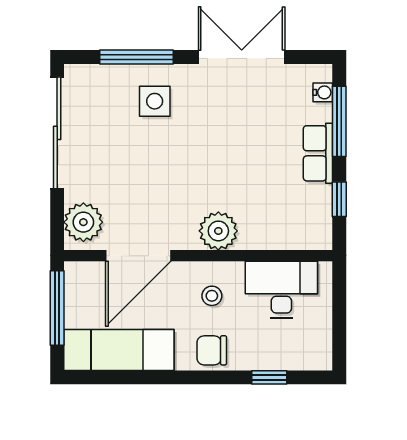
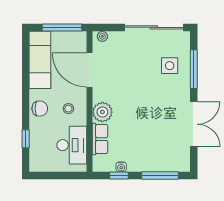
water cooler: (323, 92) -> (121, 167), moved
side table: (155, 101) -> (170, 66), moved
row of seats: (318, 153) -> (100, 139), moved, turned 90
plant: (83, 222) -> (102, 36), width x0.53, depth x0.53
chair: (212, 350) -> (40, 109), turned 90

